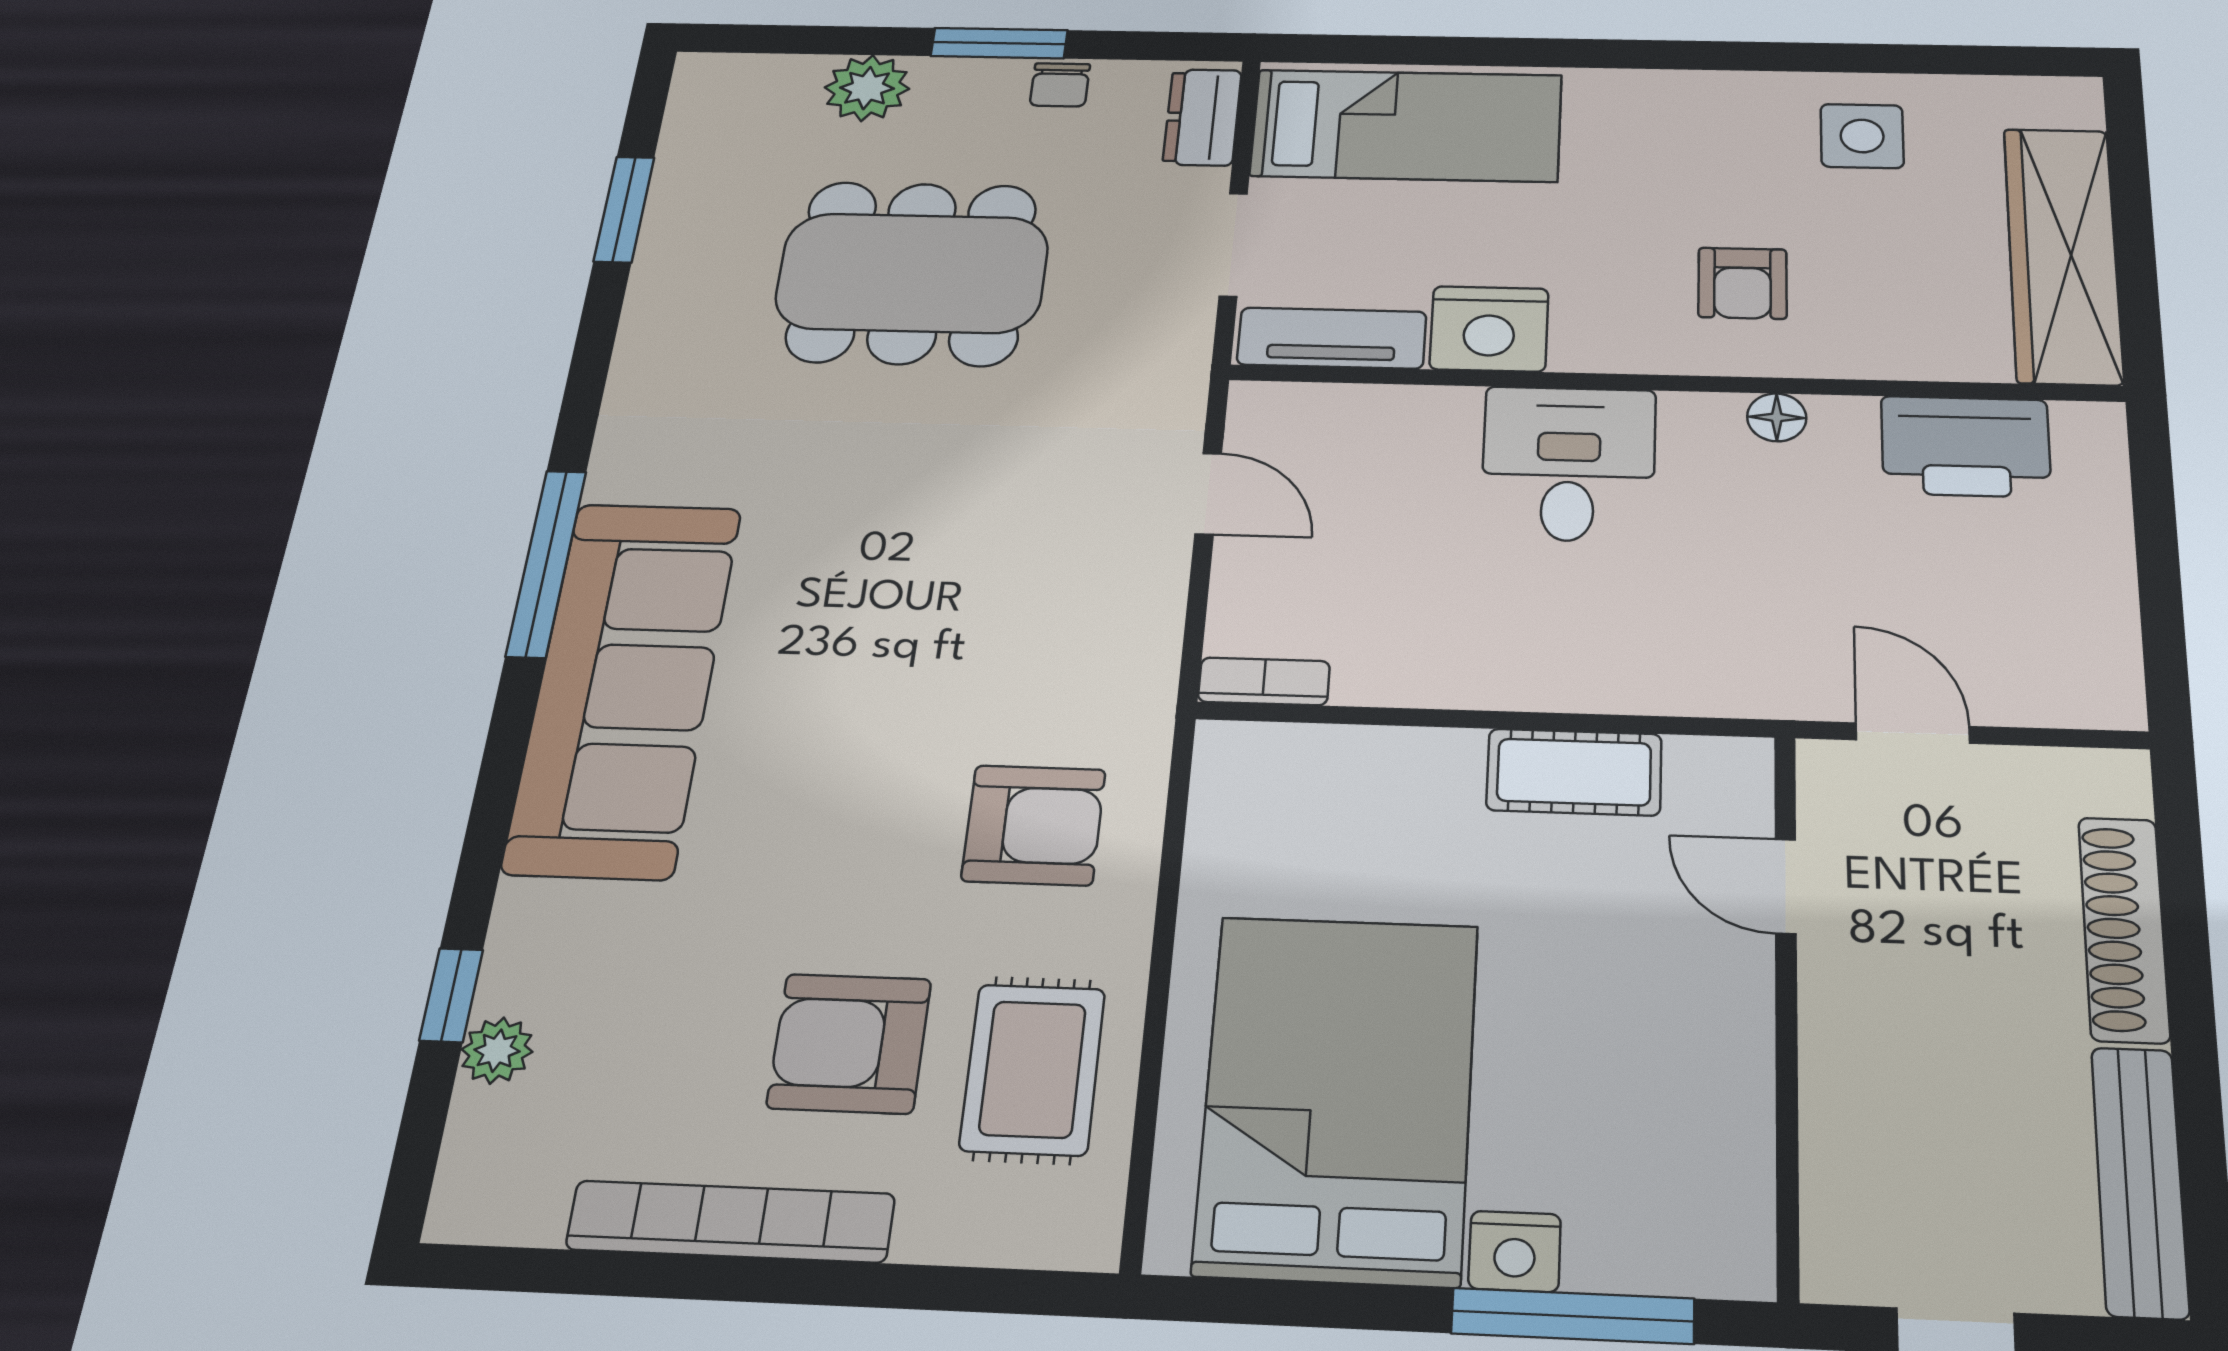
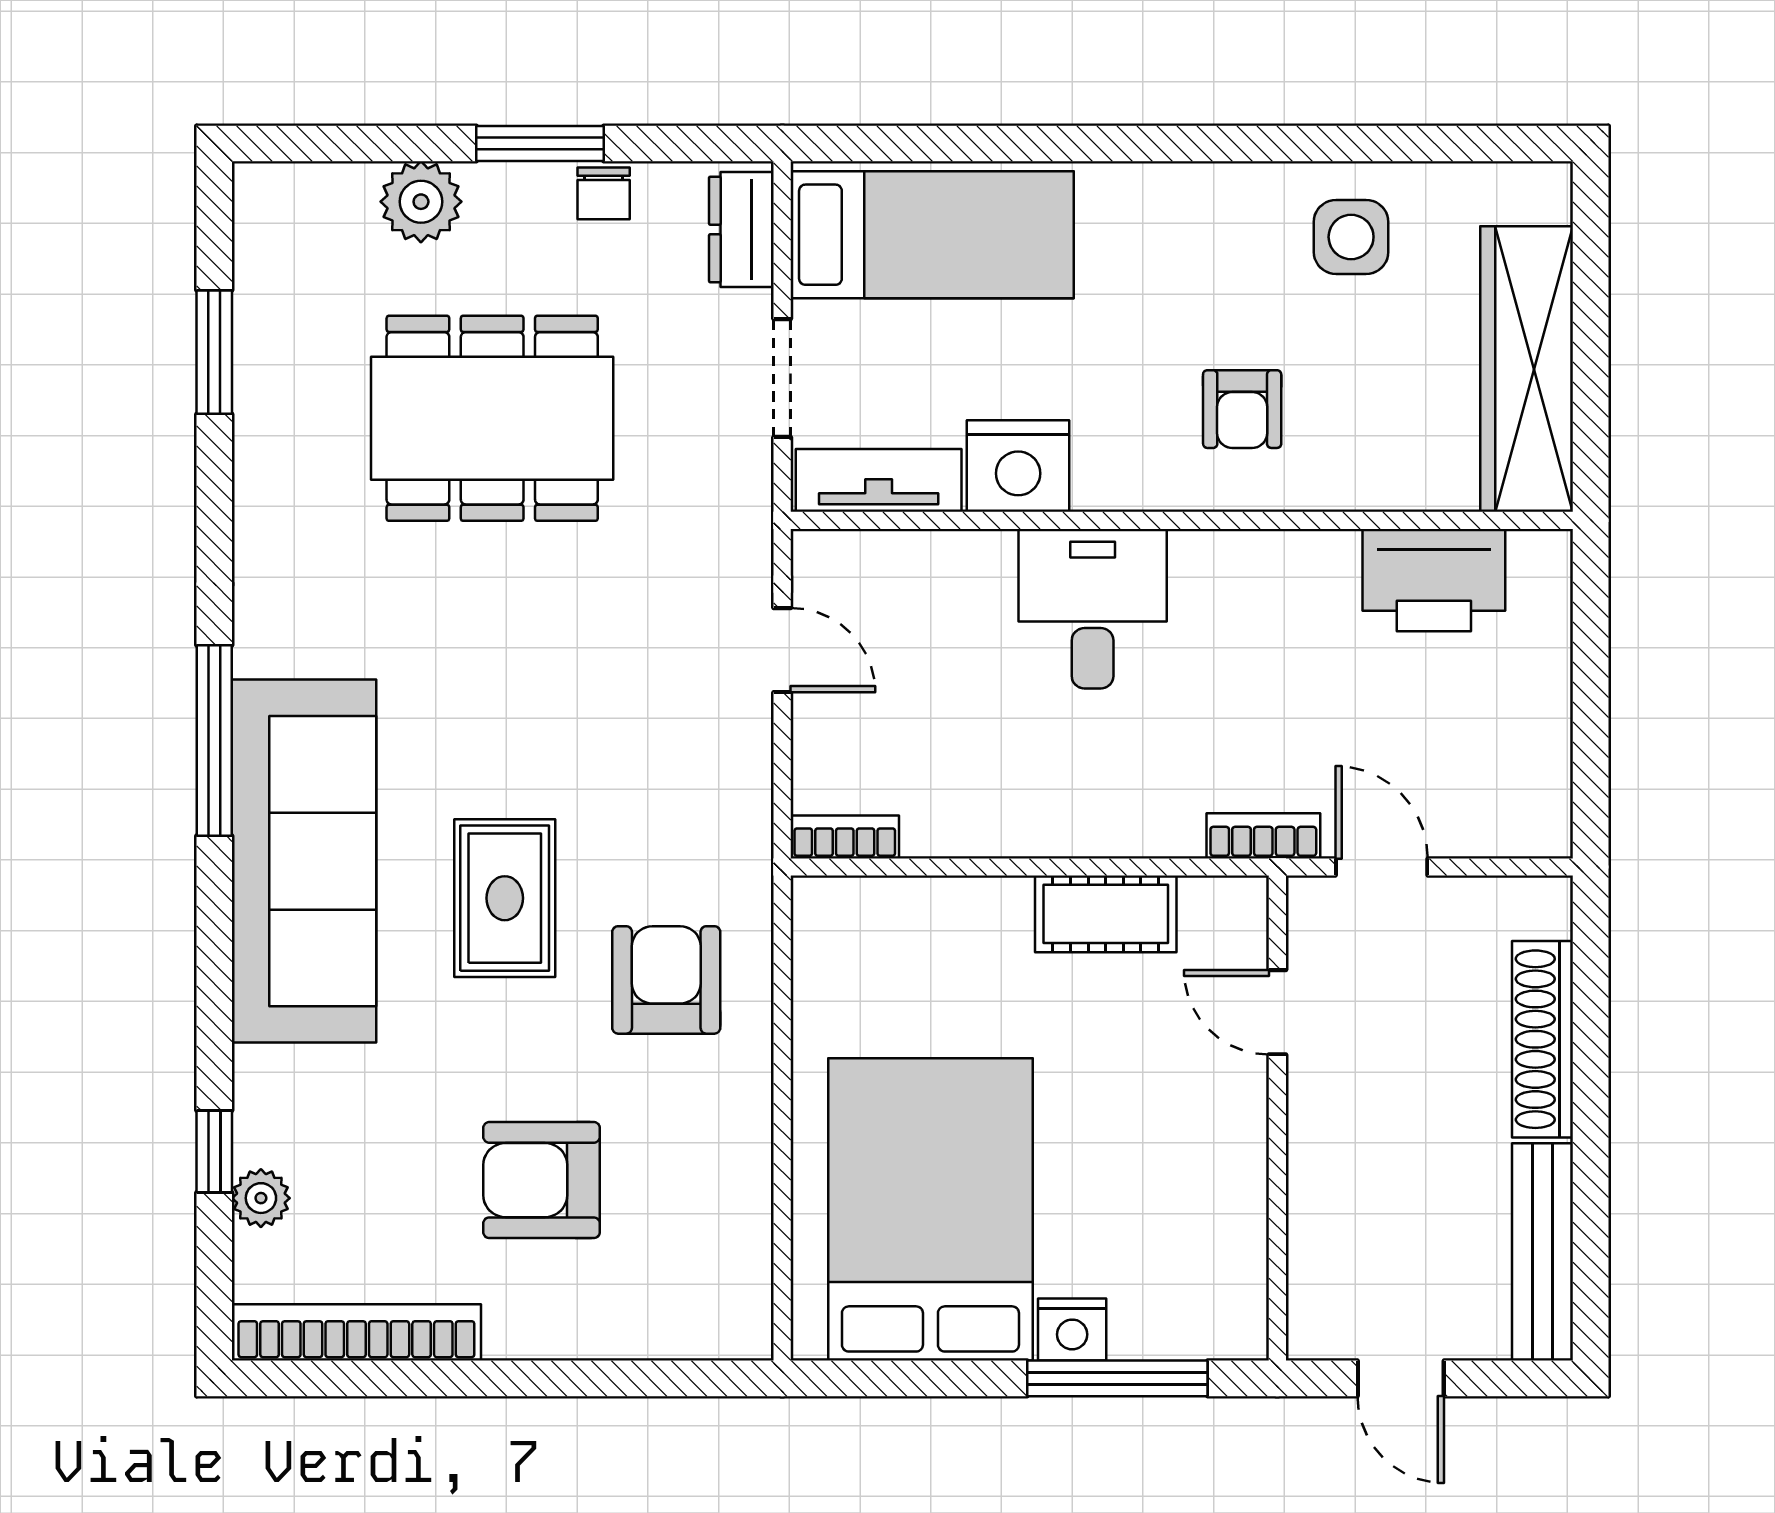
floor lamp: (1777, 417) -> (1272, 554), removed
bookcase: (1768, 696) -> (1263, 836), added
armchair: (1034, 825) -> (666, 980), turned -90
rug: (1033, 1069) -> (505, 898), moved
bookcase: (731, 1222) -> (356, 1332), moved

